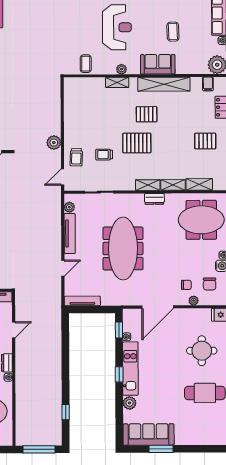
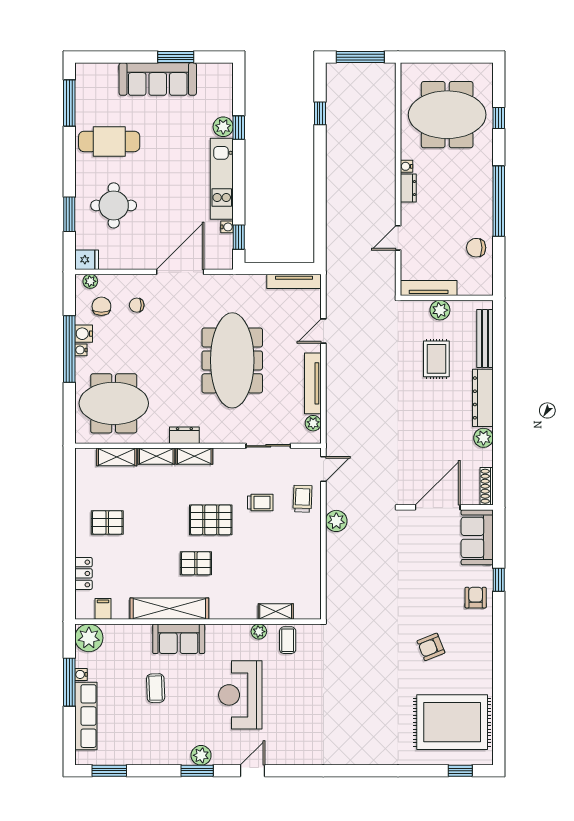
plant: (122, 69) -> (259, 632), moved
shelving: (117, 82) -> (276, 612), moved
plant: (194, 301) -> (90, 281), moved
window: (119, 374) -> (239, 128), moved
sofa: (149, 434) -> (158, 79), moved

